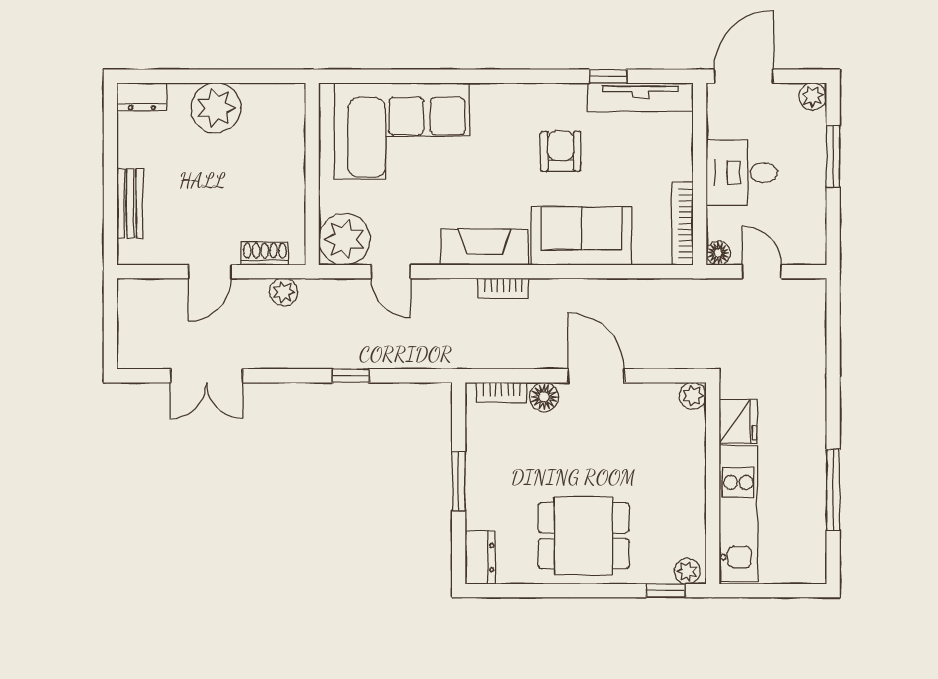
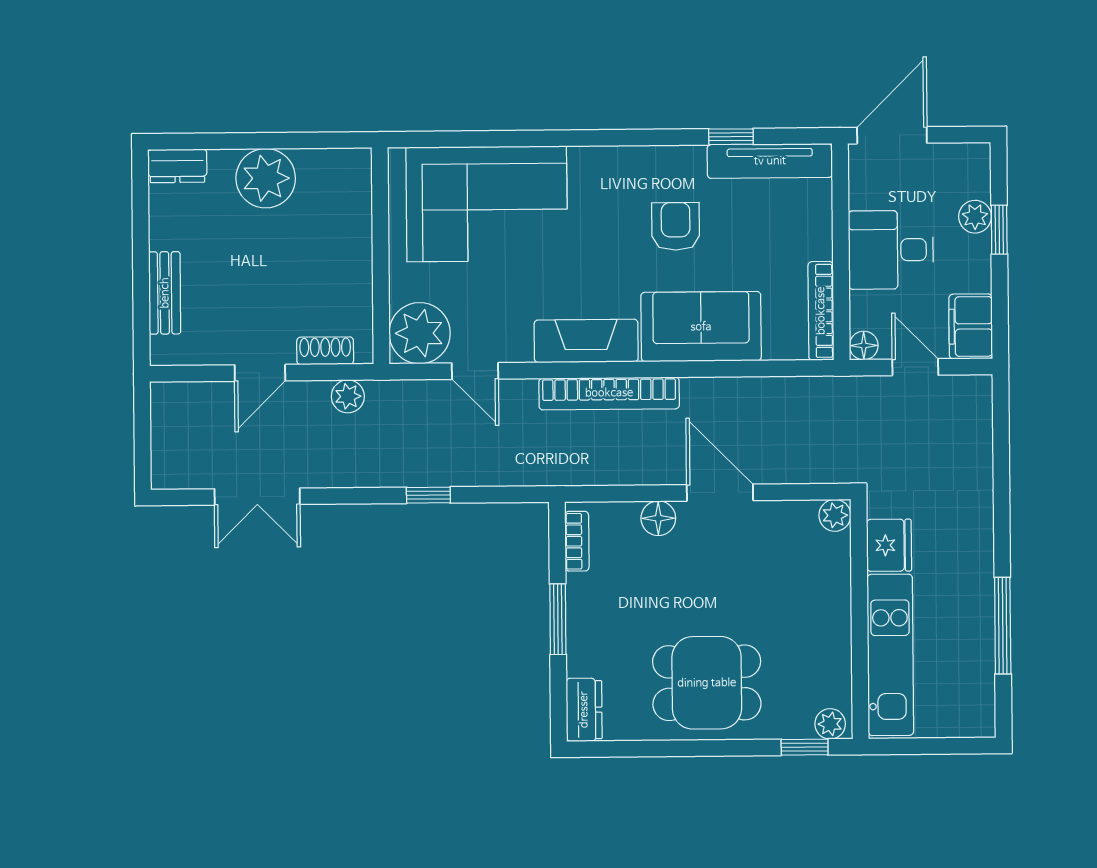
plant: (813, 97) -> (975, 217), moved
window: (833, 156) -> (999, 230), width x0.67
filing cabinet: (808, 238) -> (971, 326), added
bookcase: (504, 288) -> (609, 393), width x2.31, depth x1.31
bookcase: (502, 392) -> (577, 541), moved, turned -90

